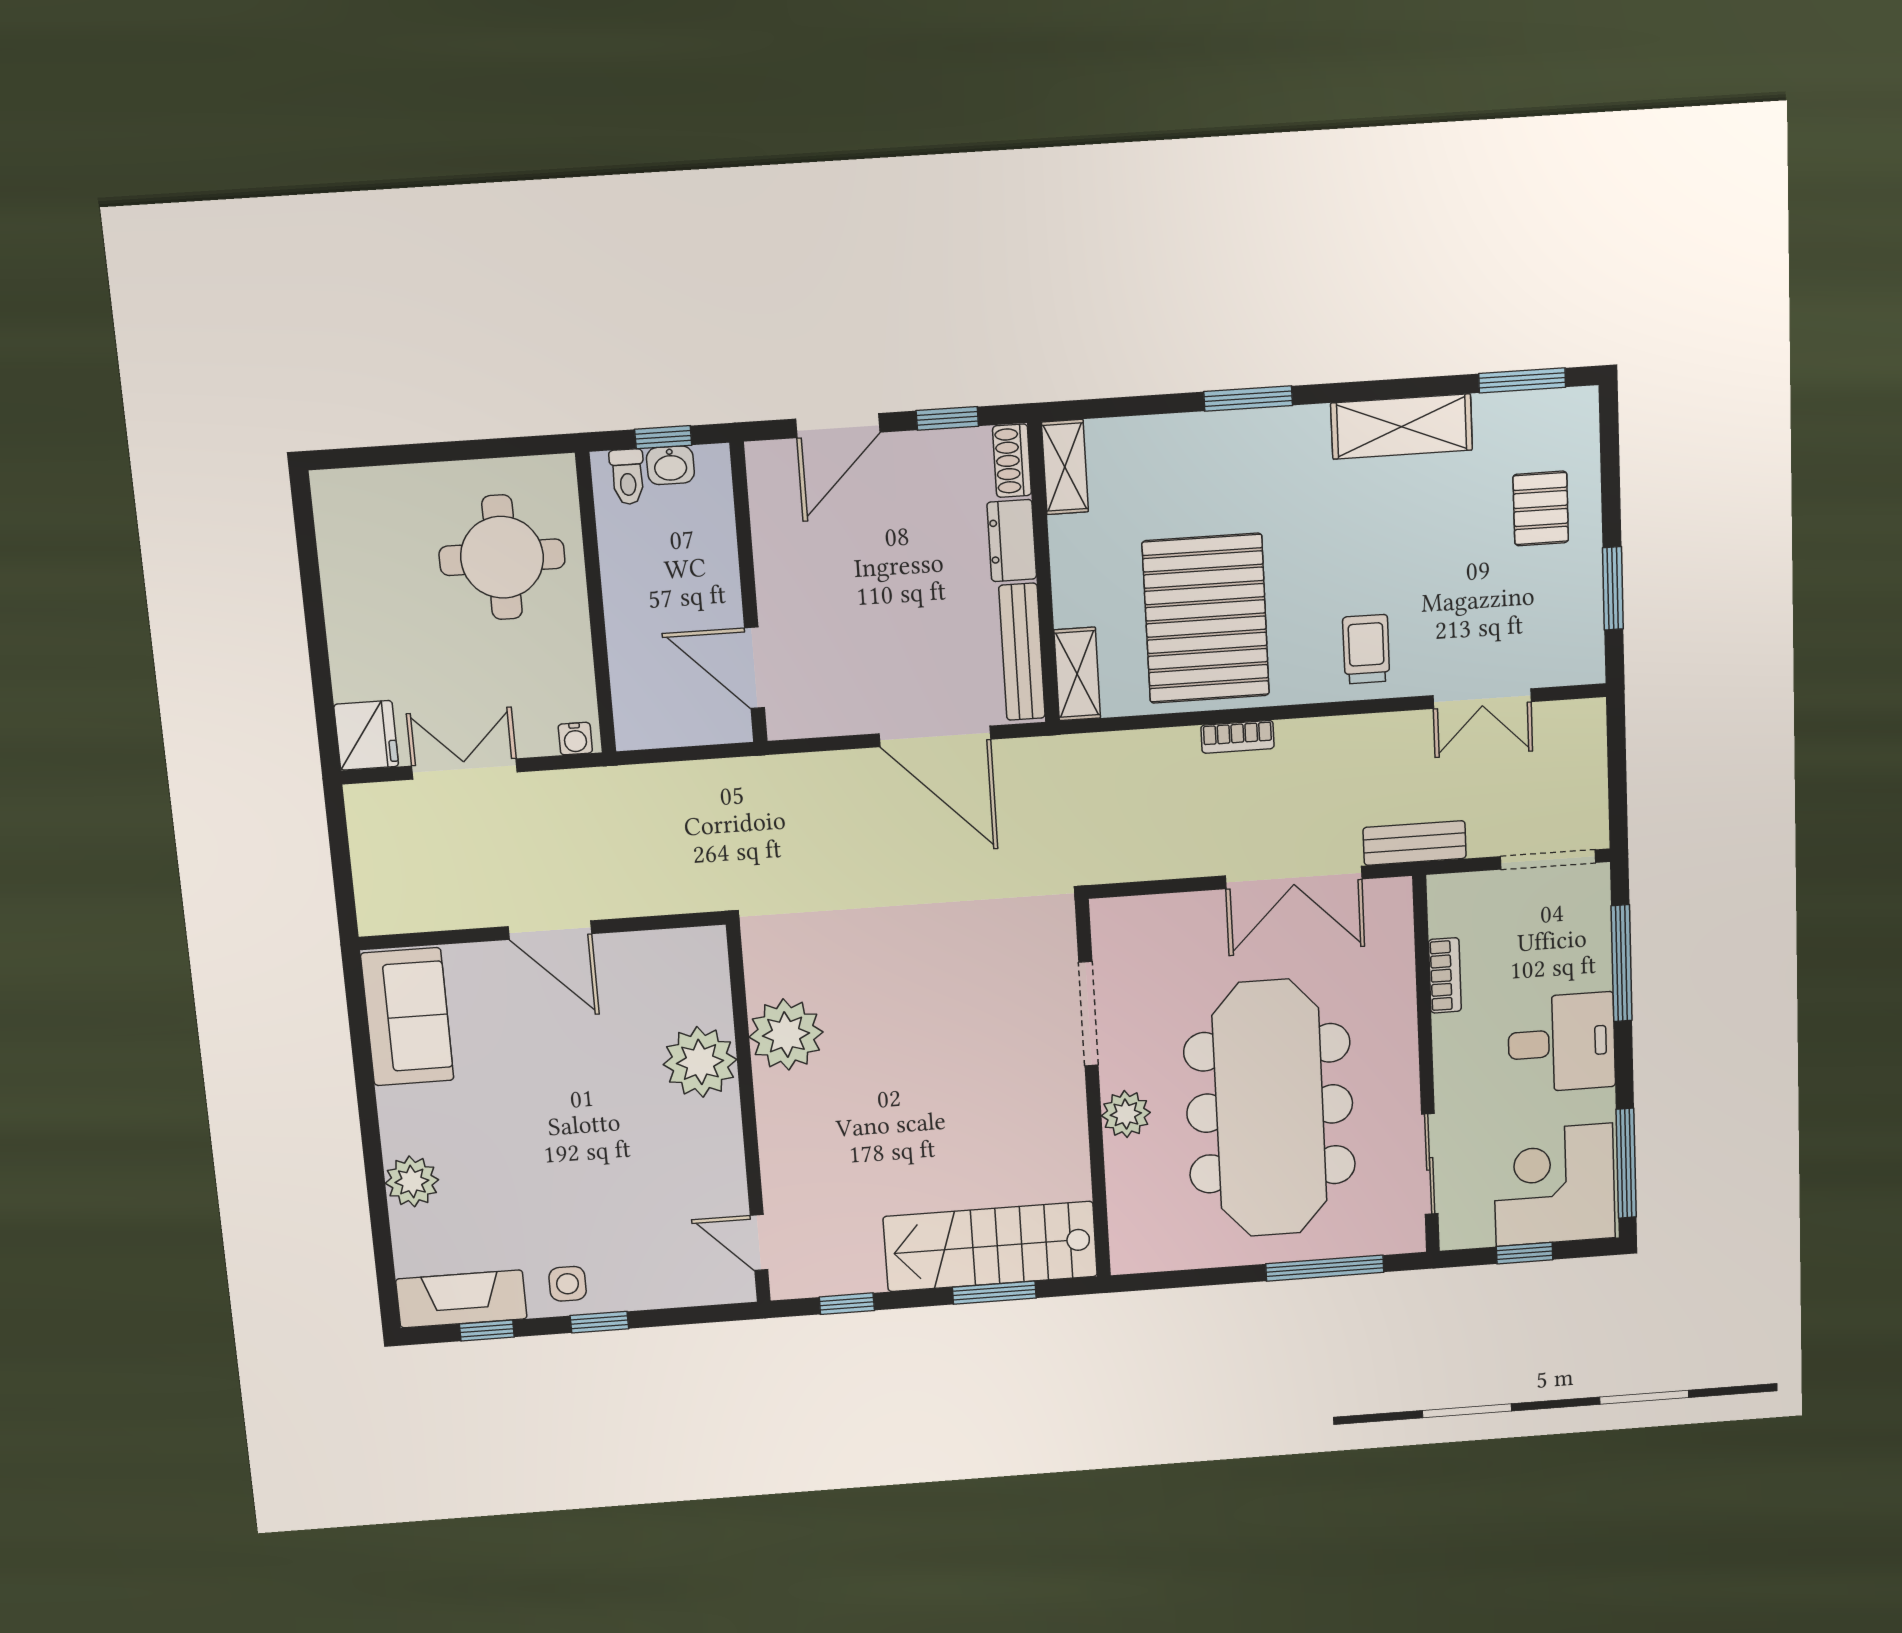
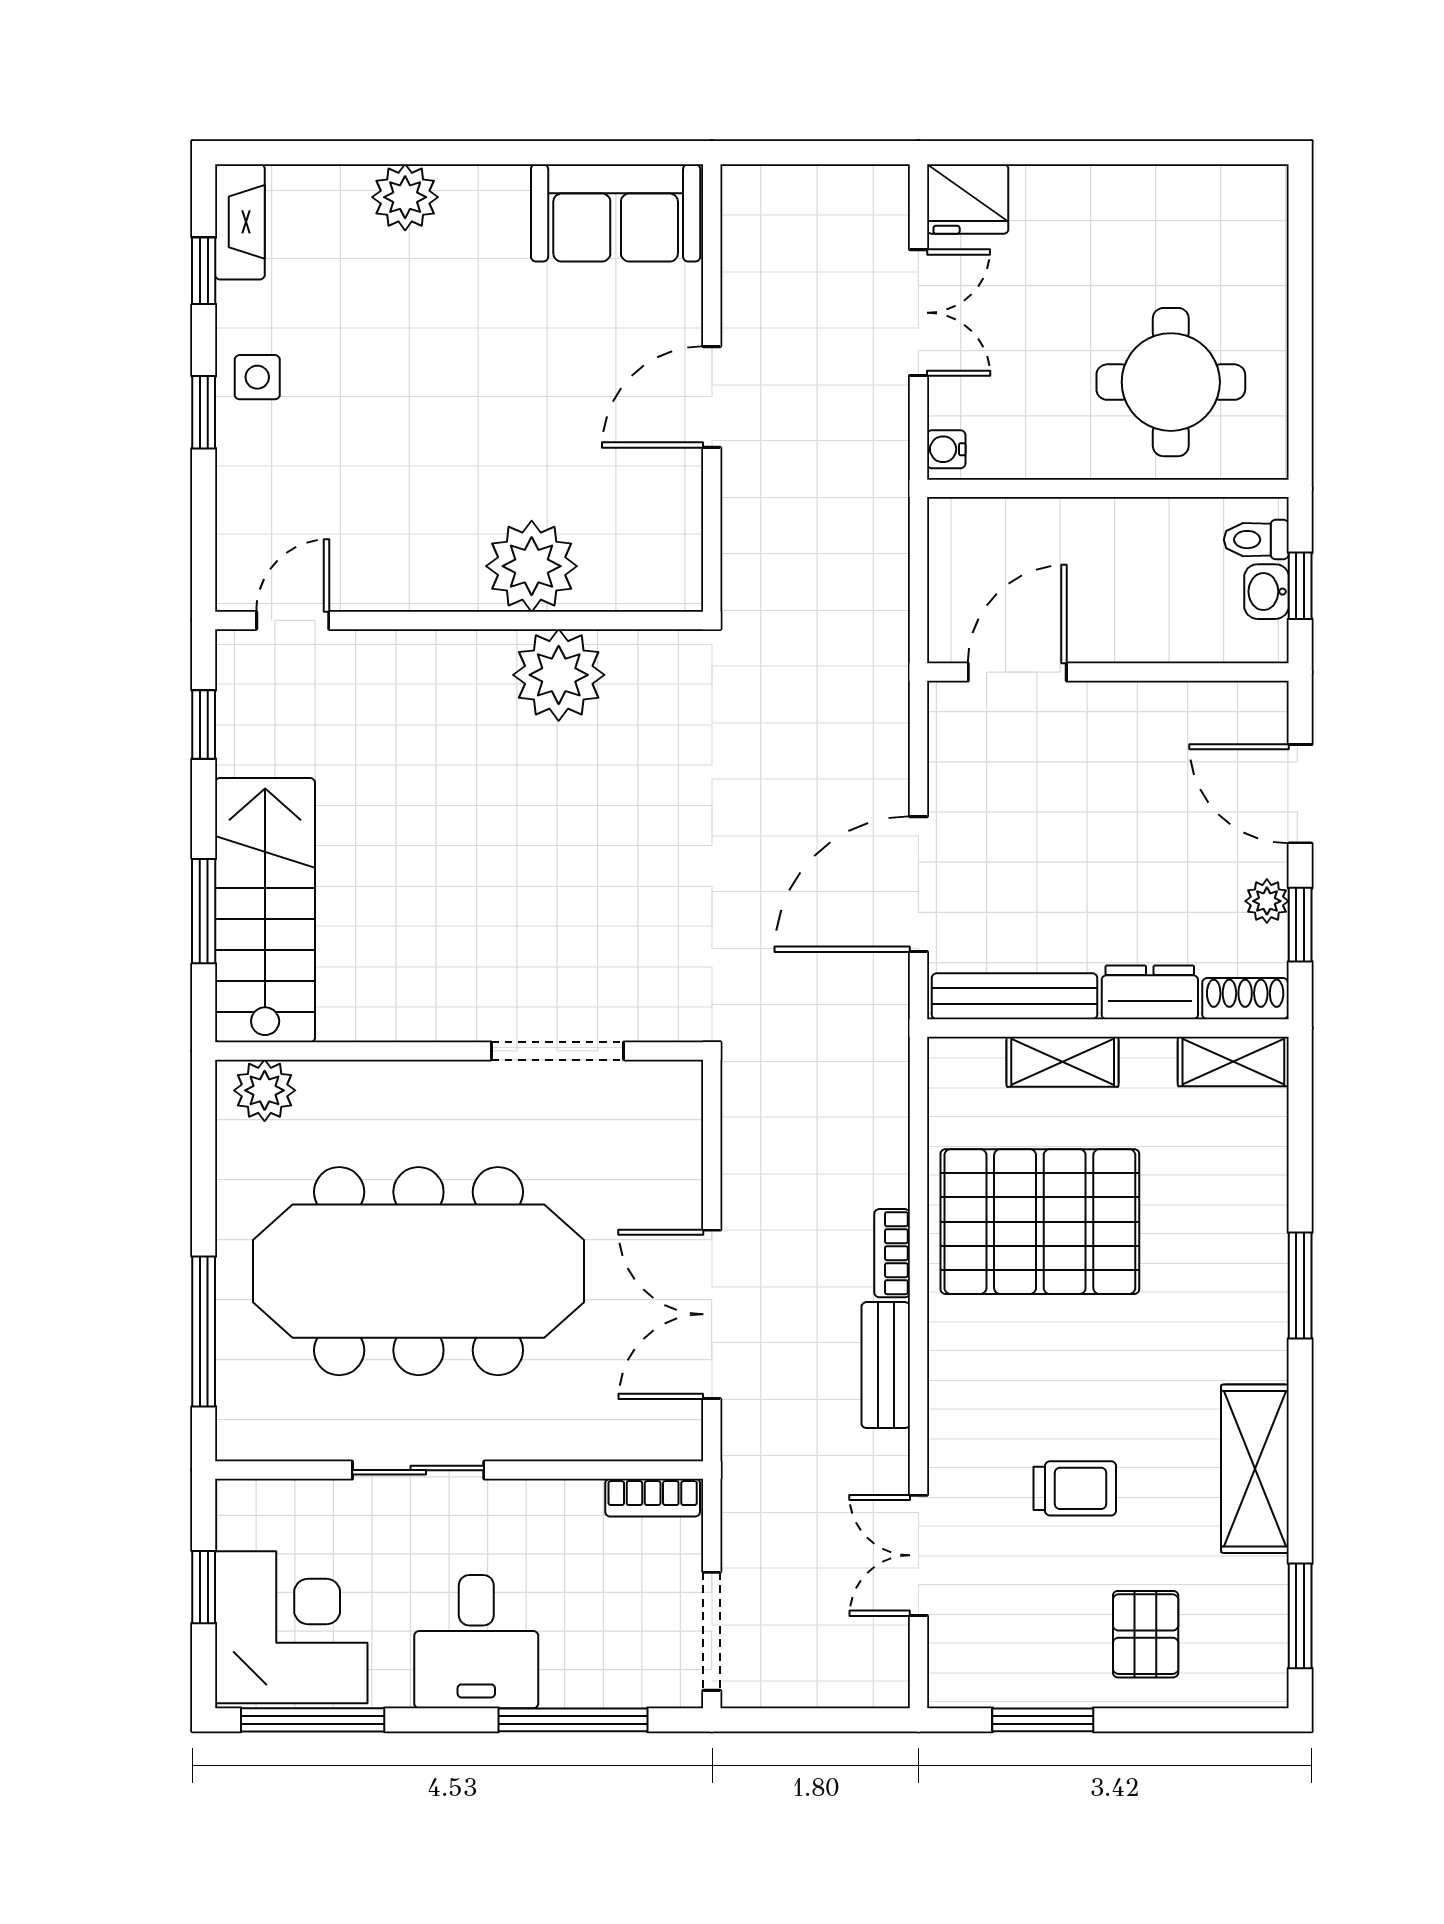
plant: (929, 448) -> (1267, 901), added
pallet: (1541, 508) -> (1146, 1634), turned 90
trolley: (1366, 649) -> (1075, 1488), moved
shelving: (1077, 674) -> (1063, 1062), moved
bench: (1415, 843) -> (886, 1365), moved
bookcase: (1445, 975) -> (653, 1498), moved
plant: (1126, 1114) -> (265, 1090), moved
sliding door: (1430, 1164) -> (418, 1470), moved
fireplace: (461, 1299) -> (240, 222), width x0.73, depth x0.76

